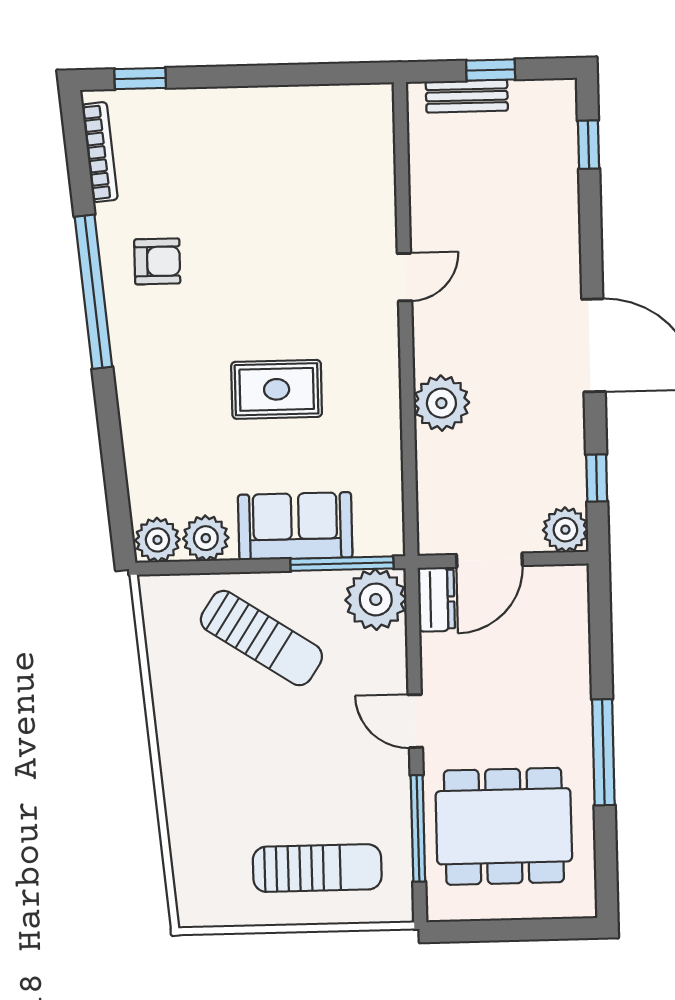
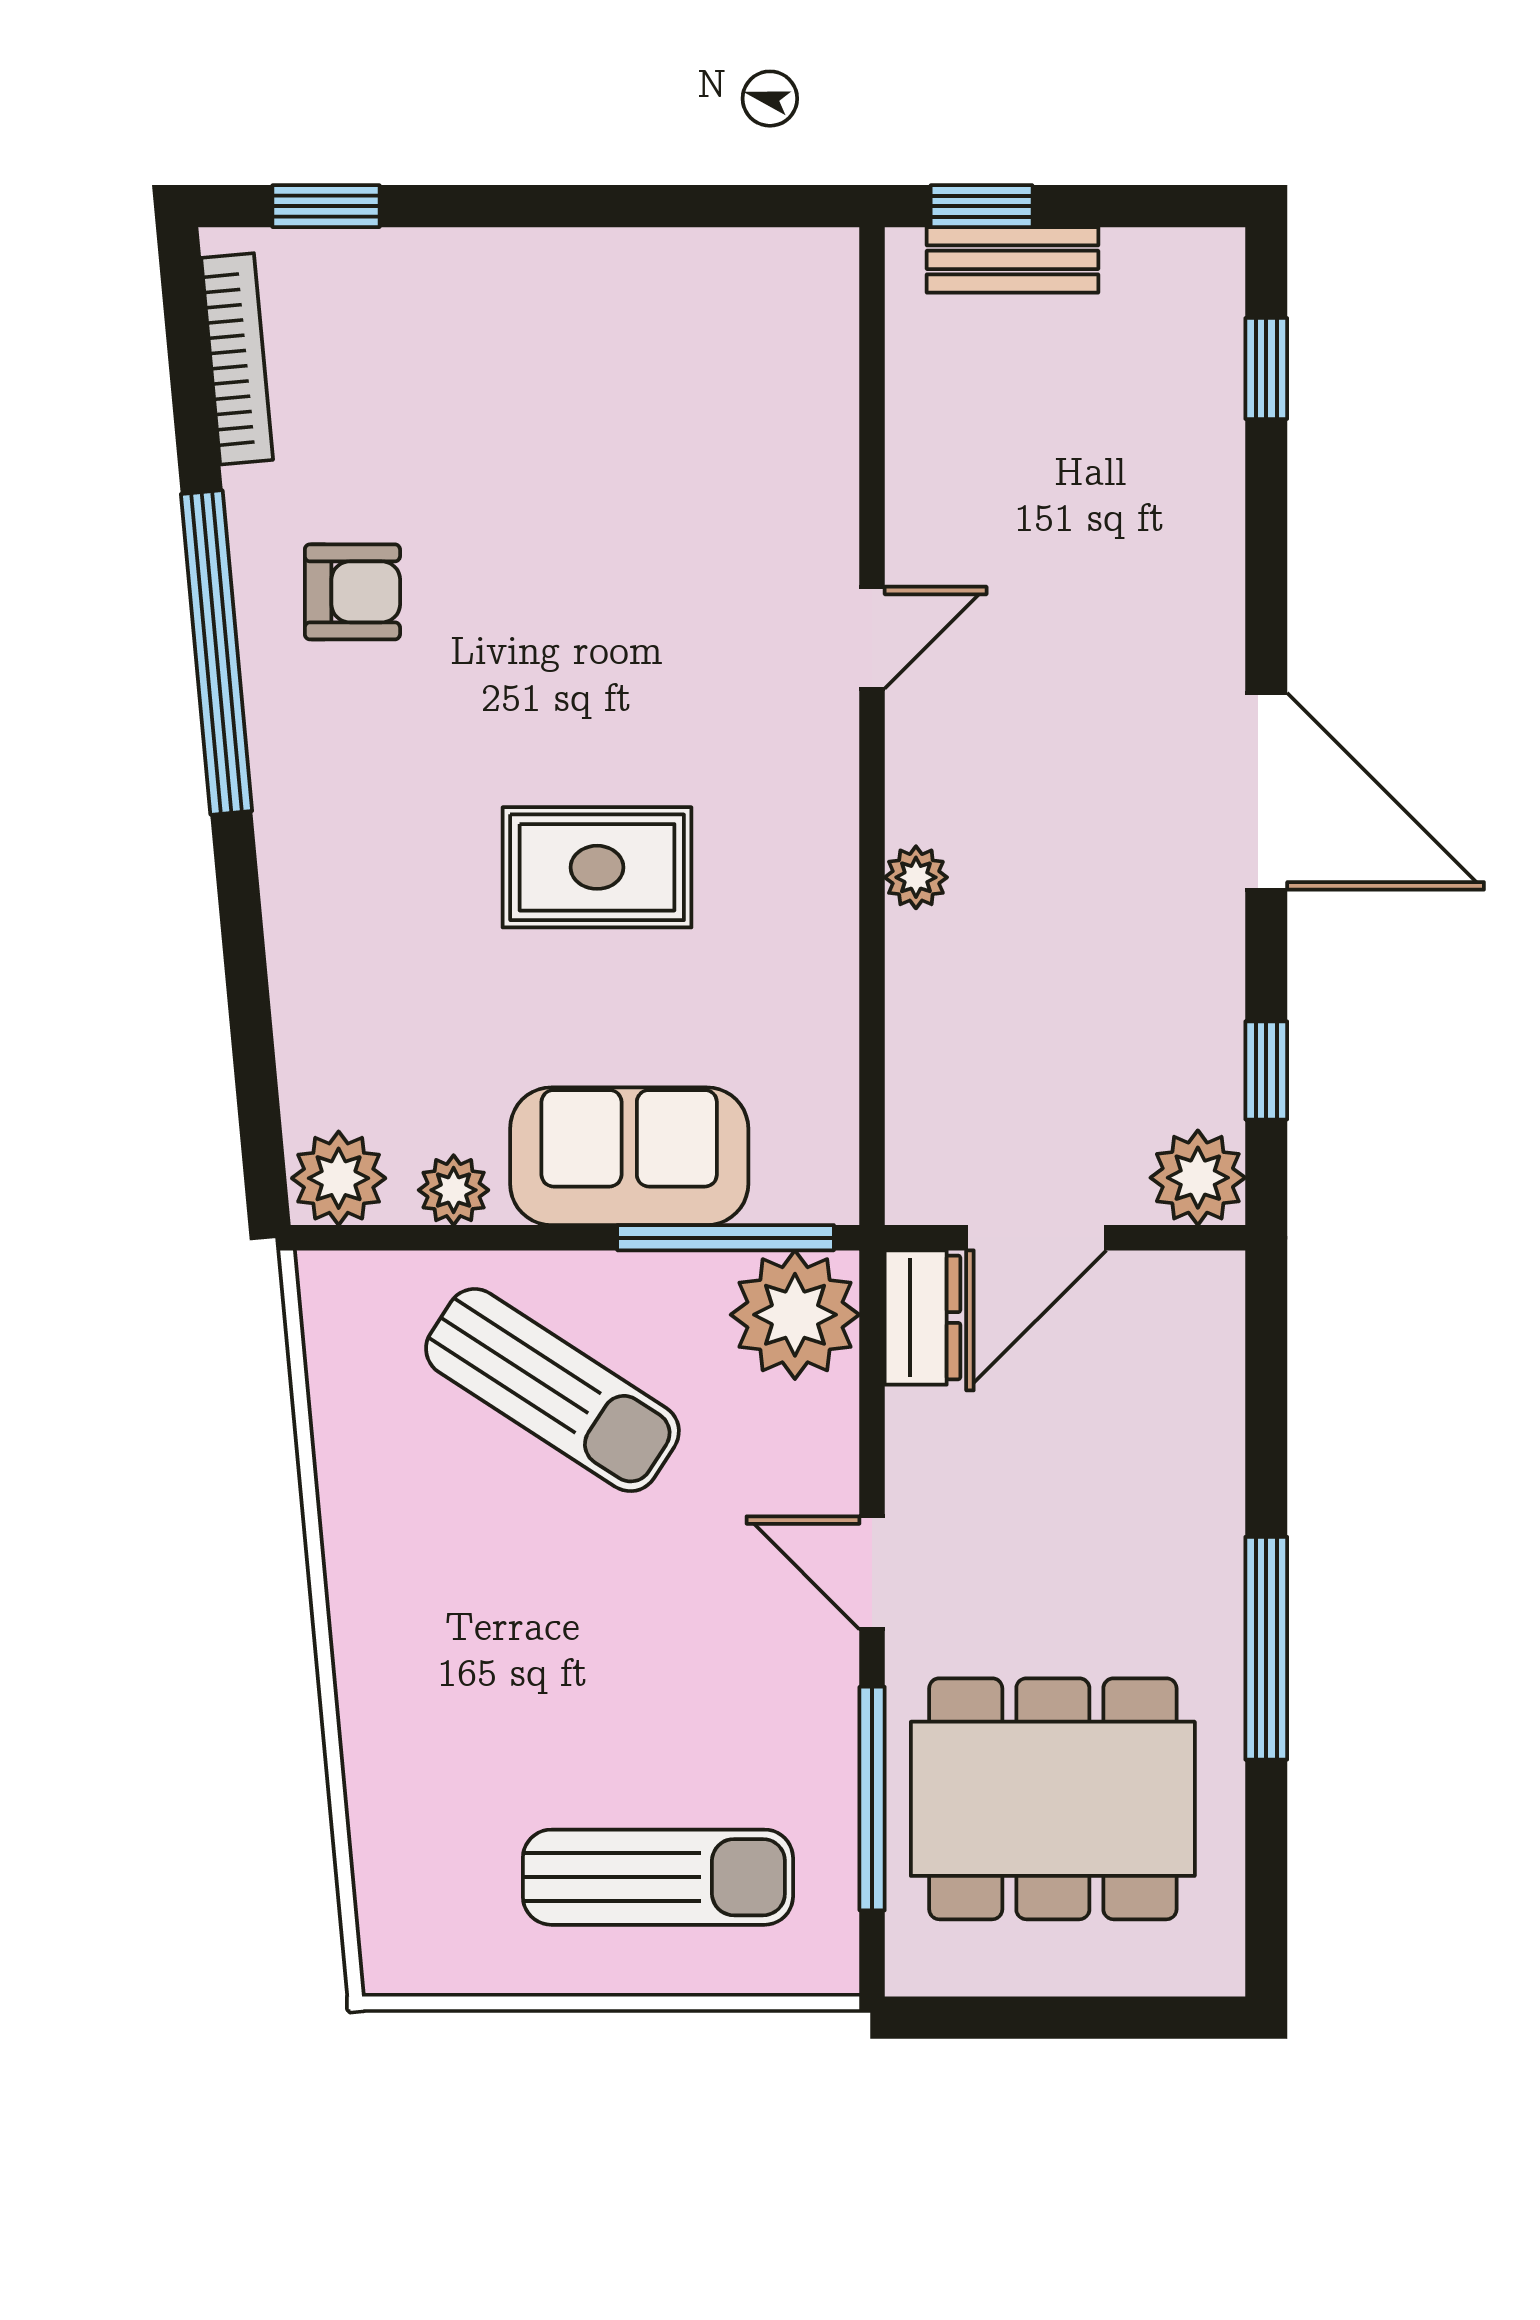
window: (491, 70) -> (982, 206), moved
plant: (441, 403) -> (916, 877), width x0.53, depth x0.53
plant: (206, 538) -> (454, 1190), width x0.73, depth x0.73

